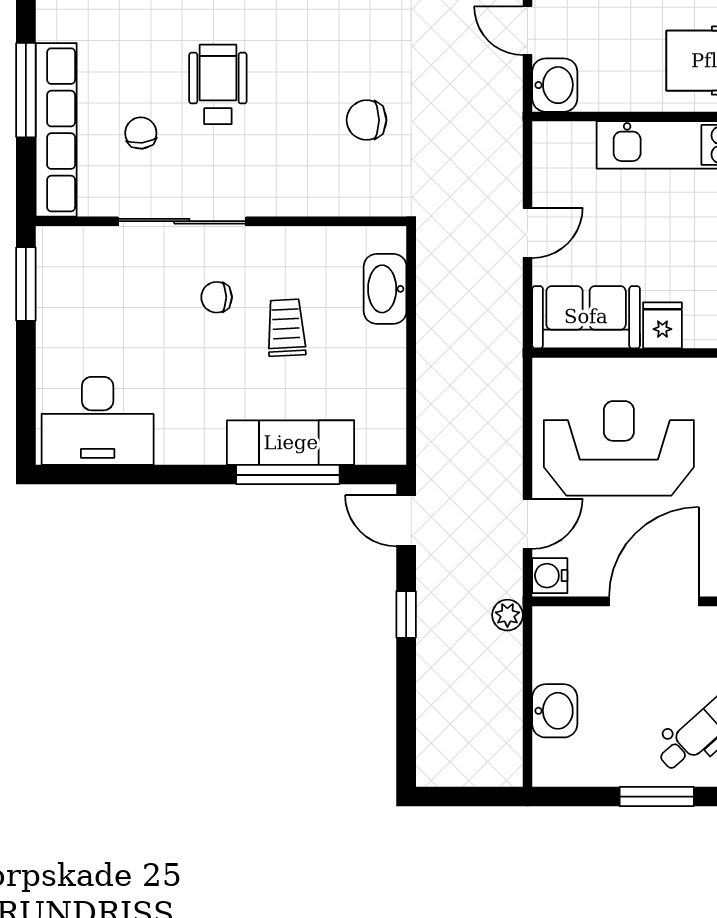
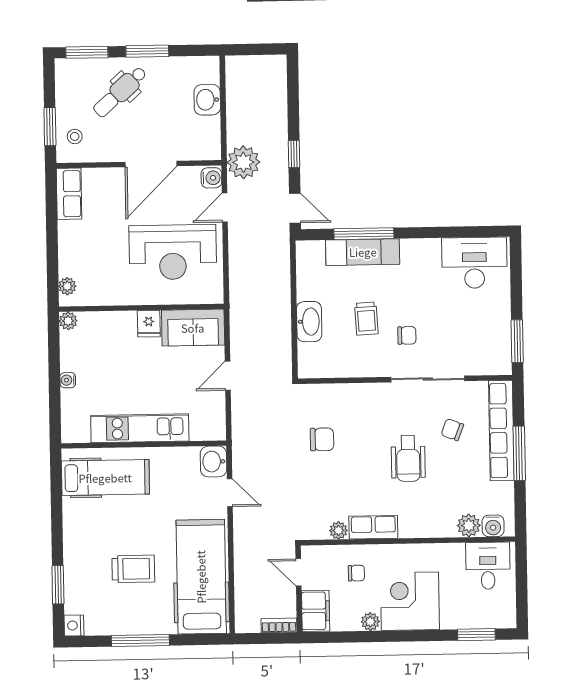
chair: (141, 133) -> (452, 430), turned 117
washbasin: (385, 289) -> (309, 322), moved
plant: (507, 615) -> (243, 162), width x1.88, depth x1.88

